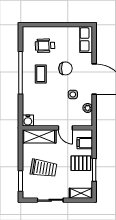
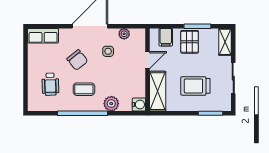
chair: (65, 68) -> (77, 60), turned 141
plant: (29, 97) -> (111, 104), added
trolley: (44, 168) -> (195, 86), turned -99

